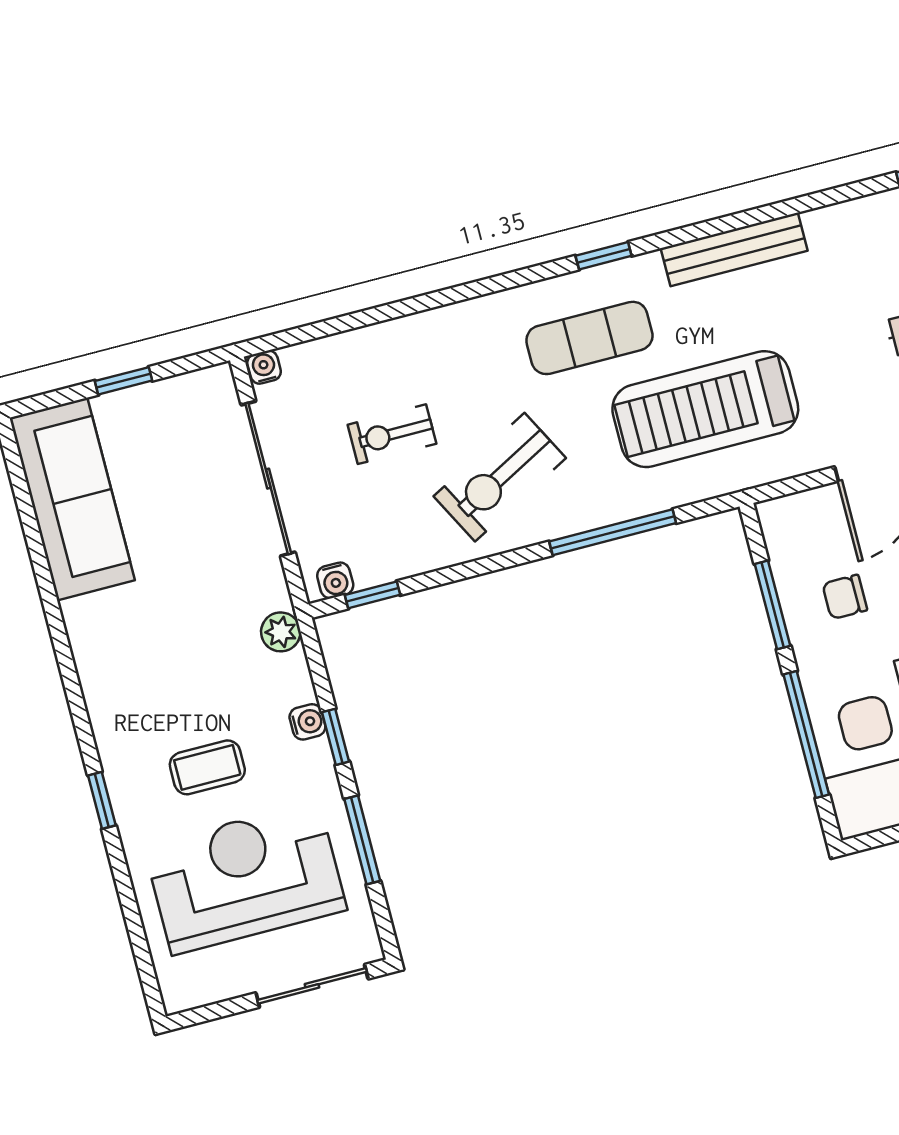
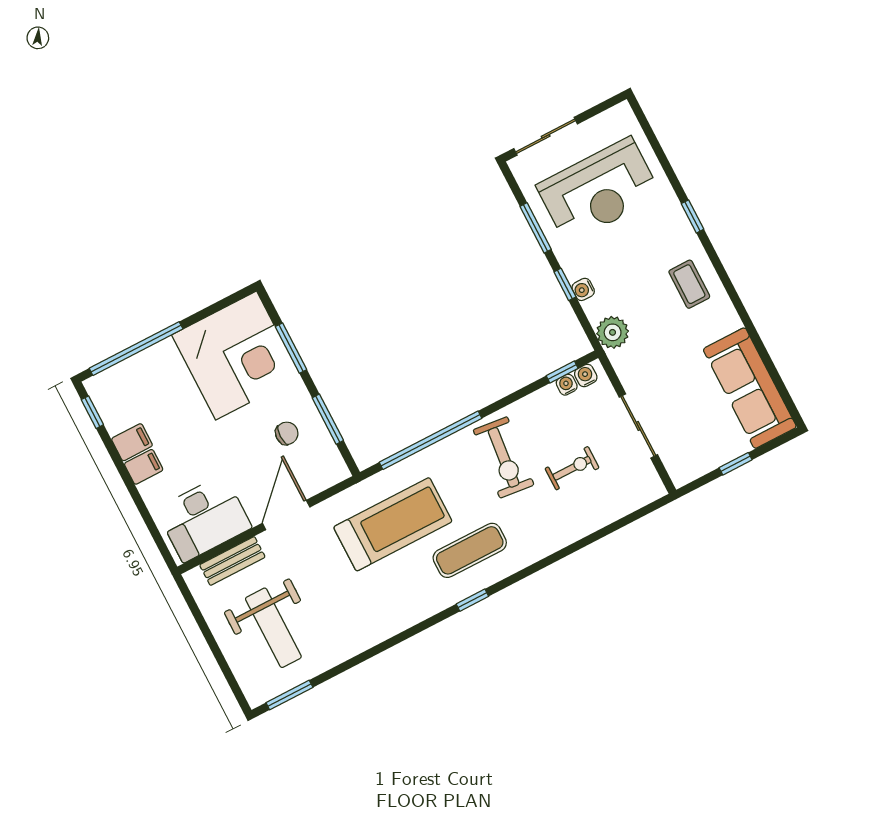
bench: (734, 249) -> (397, 621), removed
water cooler: (264, 367) -> (567, 385), moved, turned 180
exercise bike: (500, 477) -> (504, 457), turned 124
sliding door: (268, 479) -> (638, 426), width x0.73
window: (613, 532) -> (431, 440), width x1.46
plant: (281, 632) -> (613, 332), width x1.38, depth x1.38
window: (806, 734) -> (291, 348), width x0.69
coffee table: (207, 767) -> (689, 284), moved, turned 90

